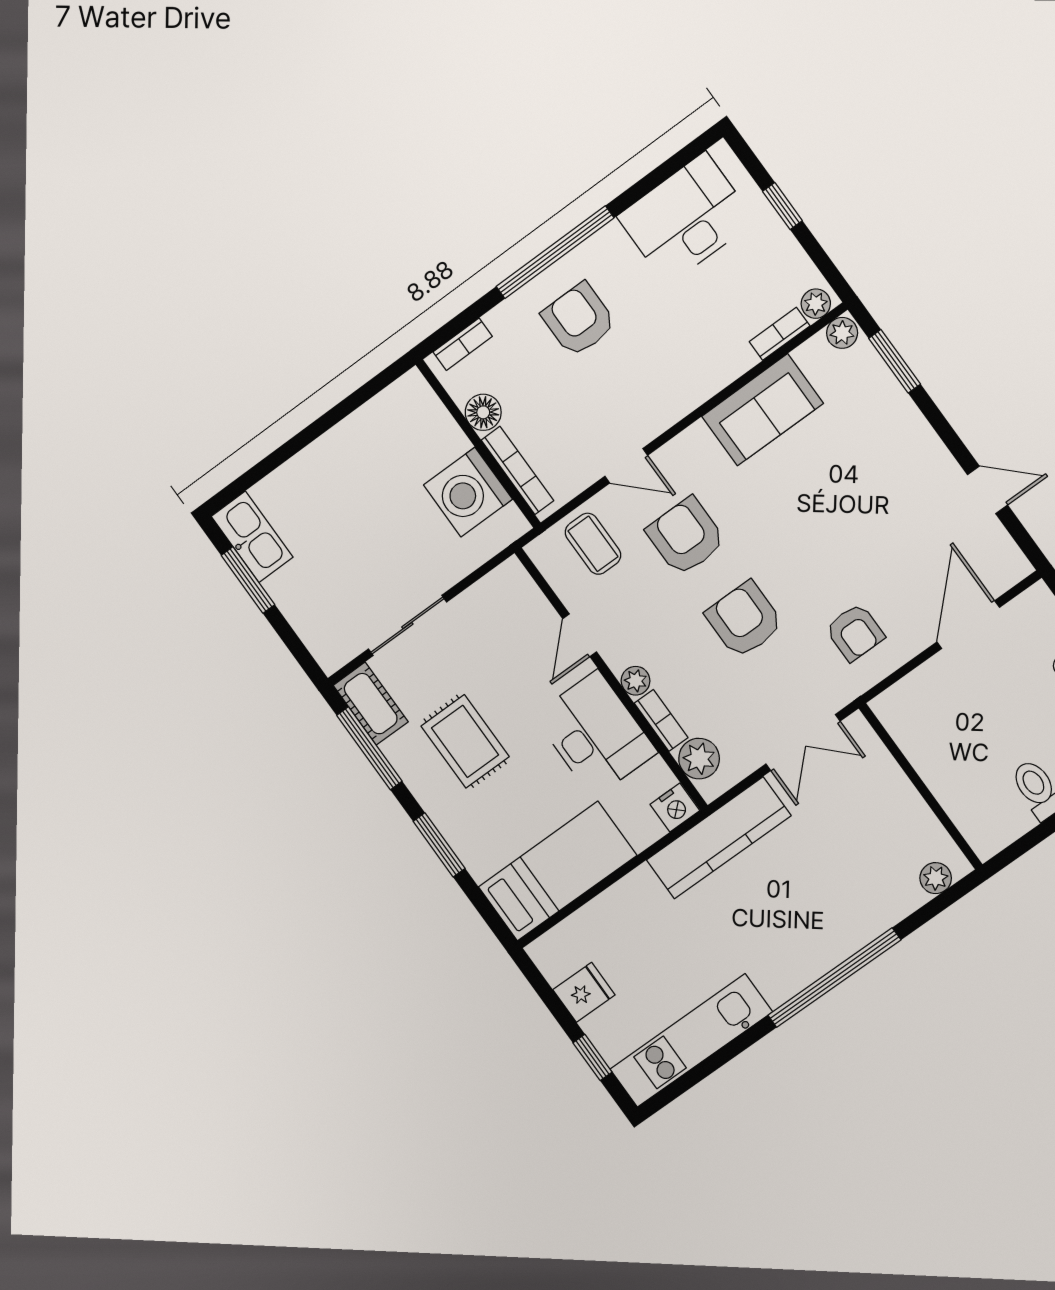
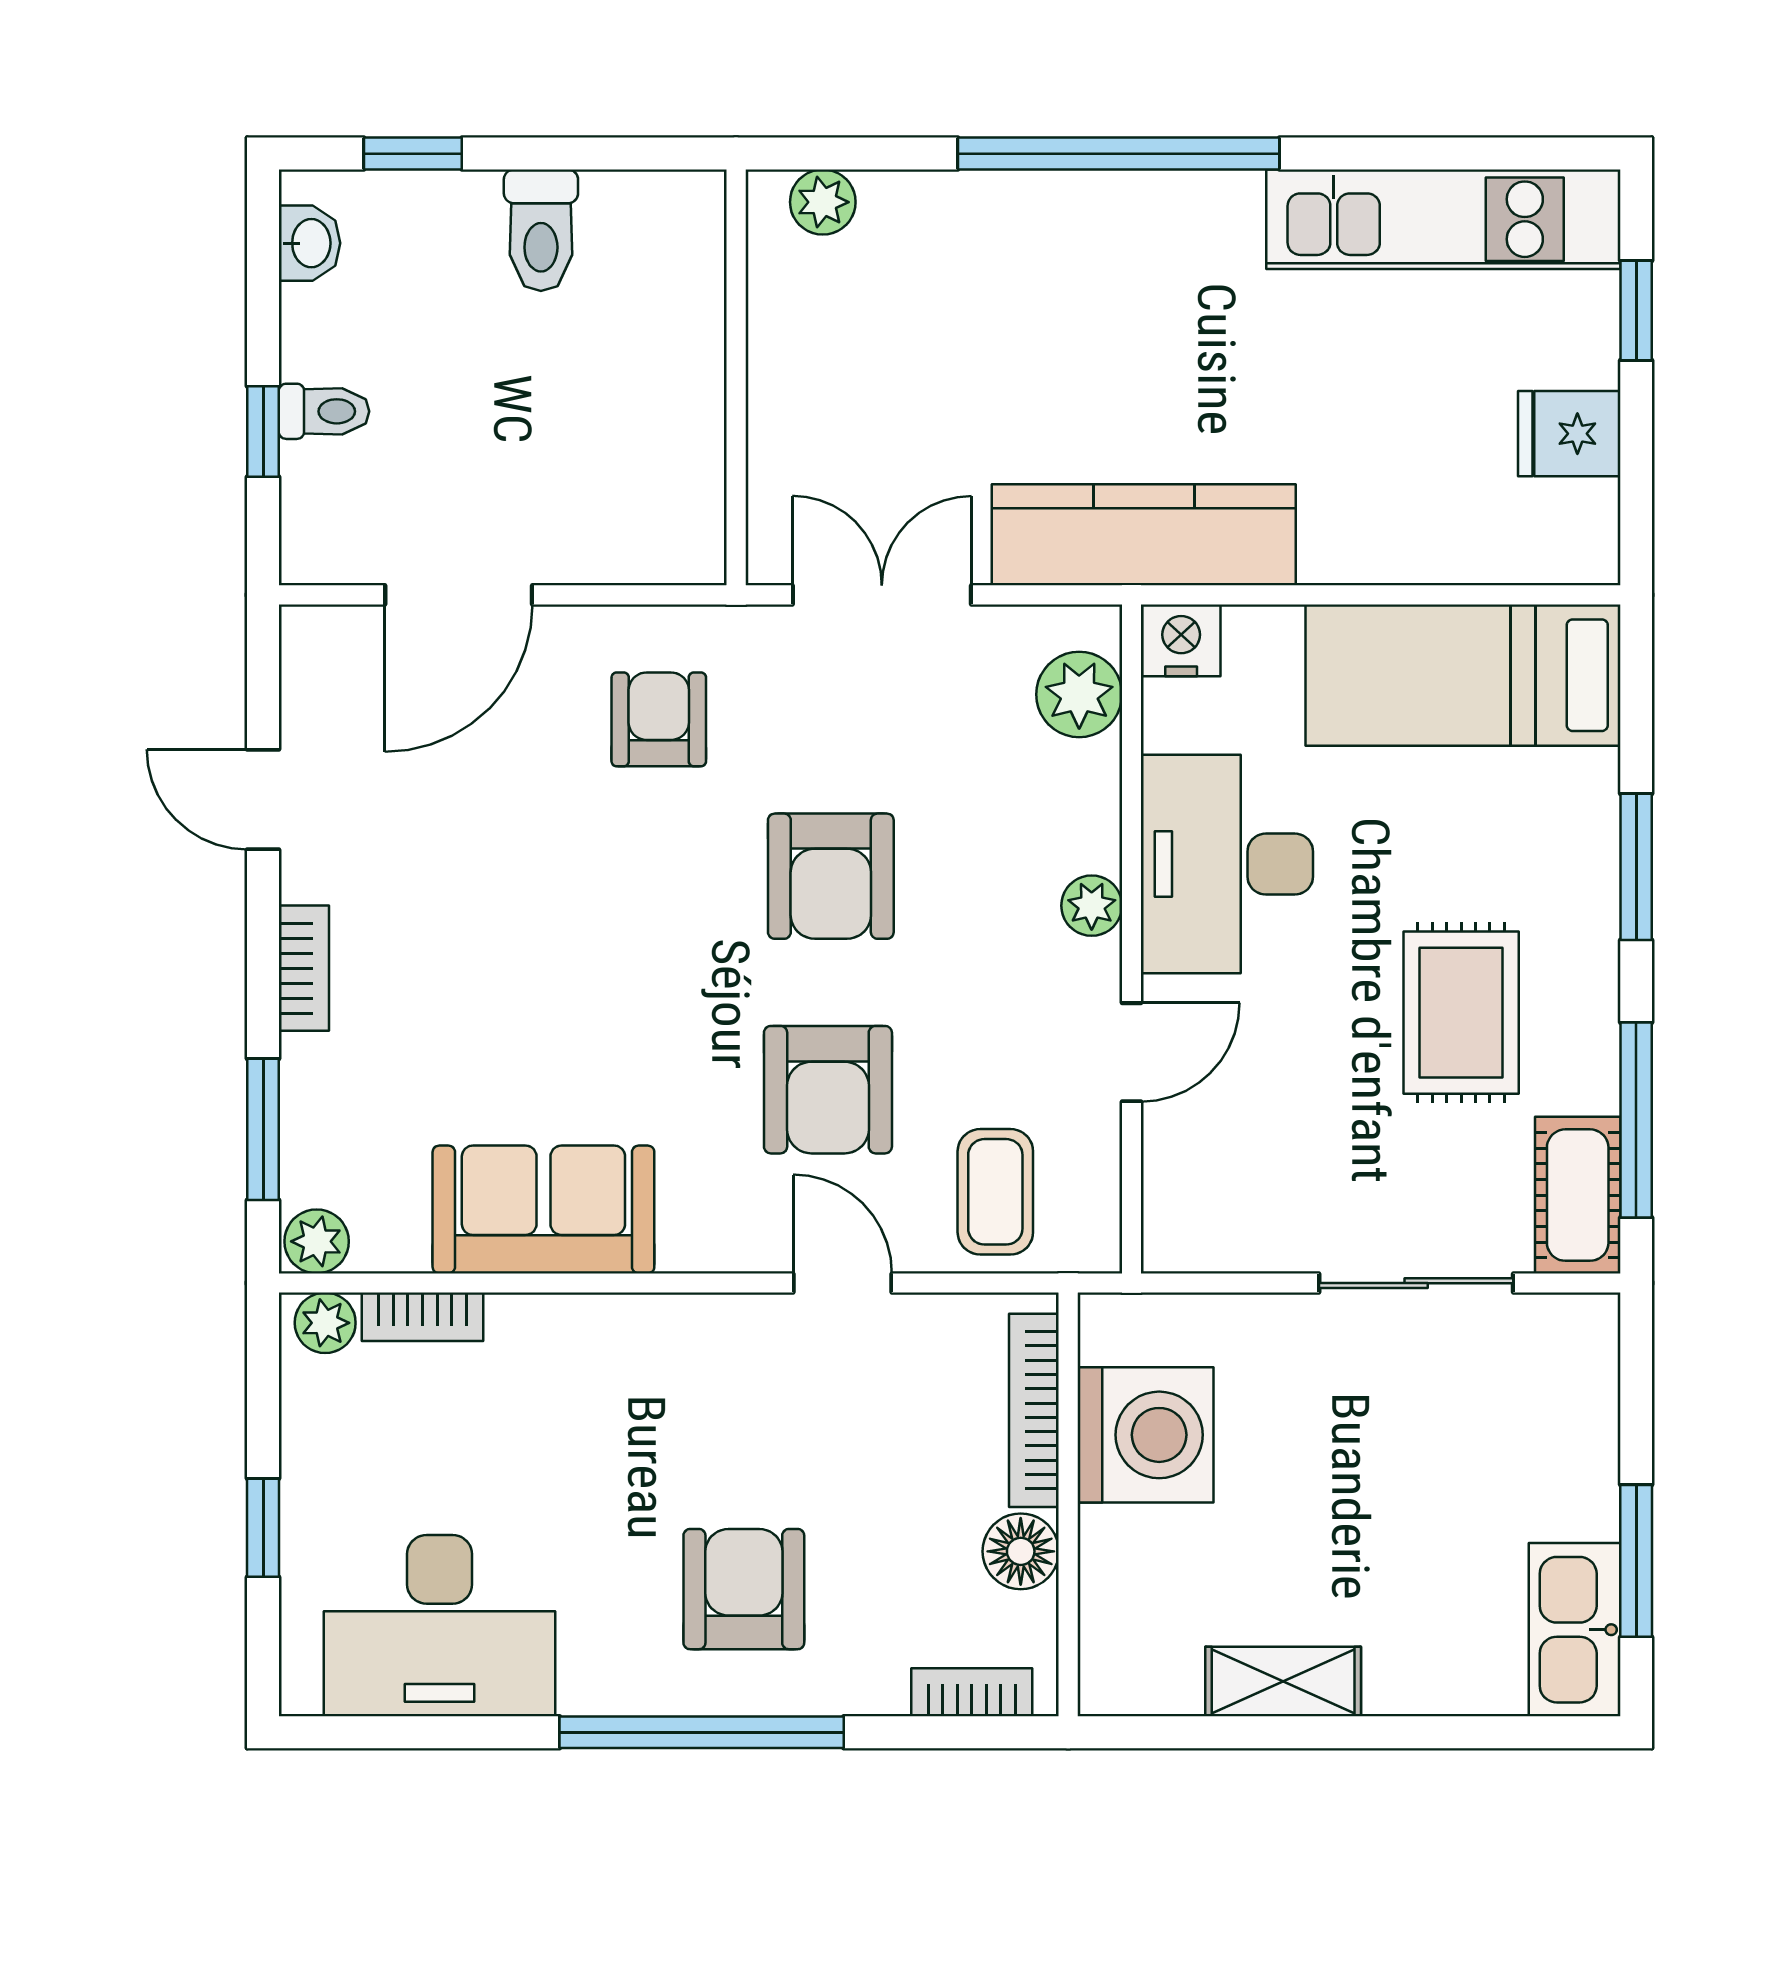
armchair: (579, 320) -> (744, 1589), turned 180
shelving: (347, 436) -> (1283, 1681), added
bookcase: (661, 720) -> (304, 968), moved, turned 180

